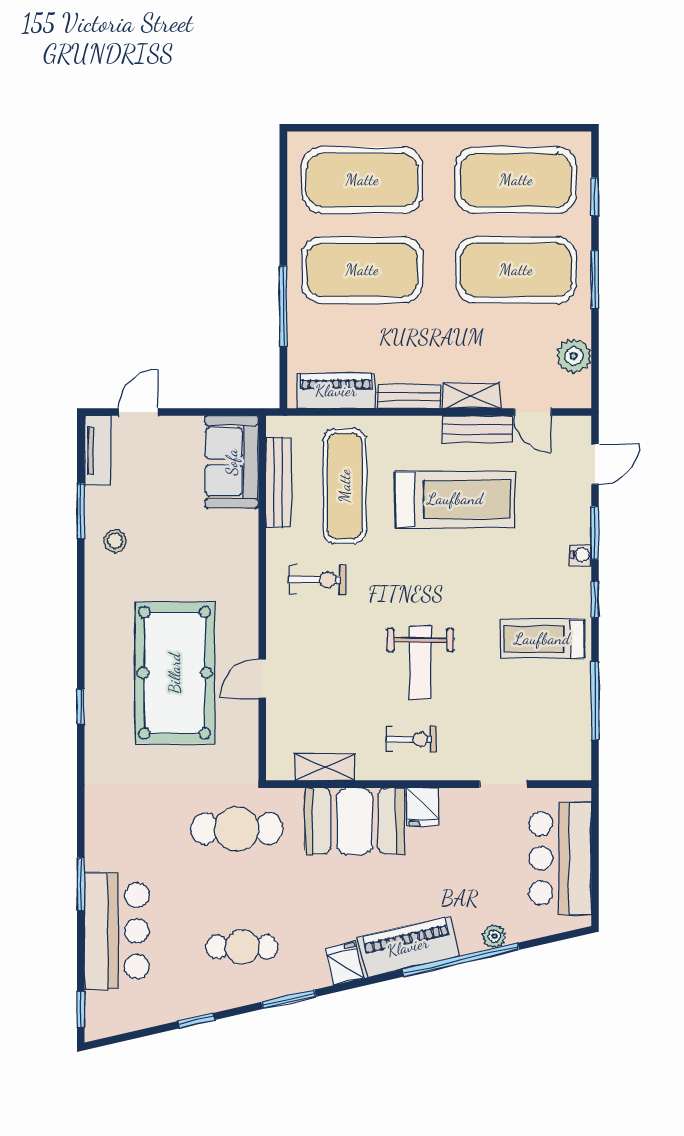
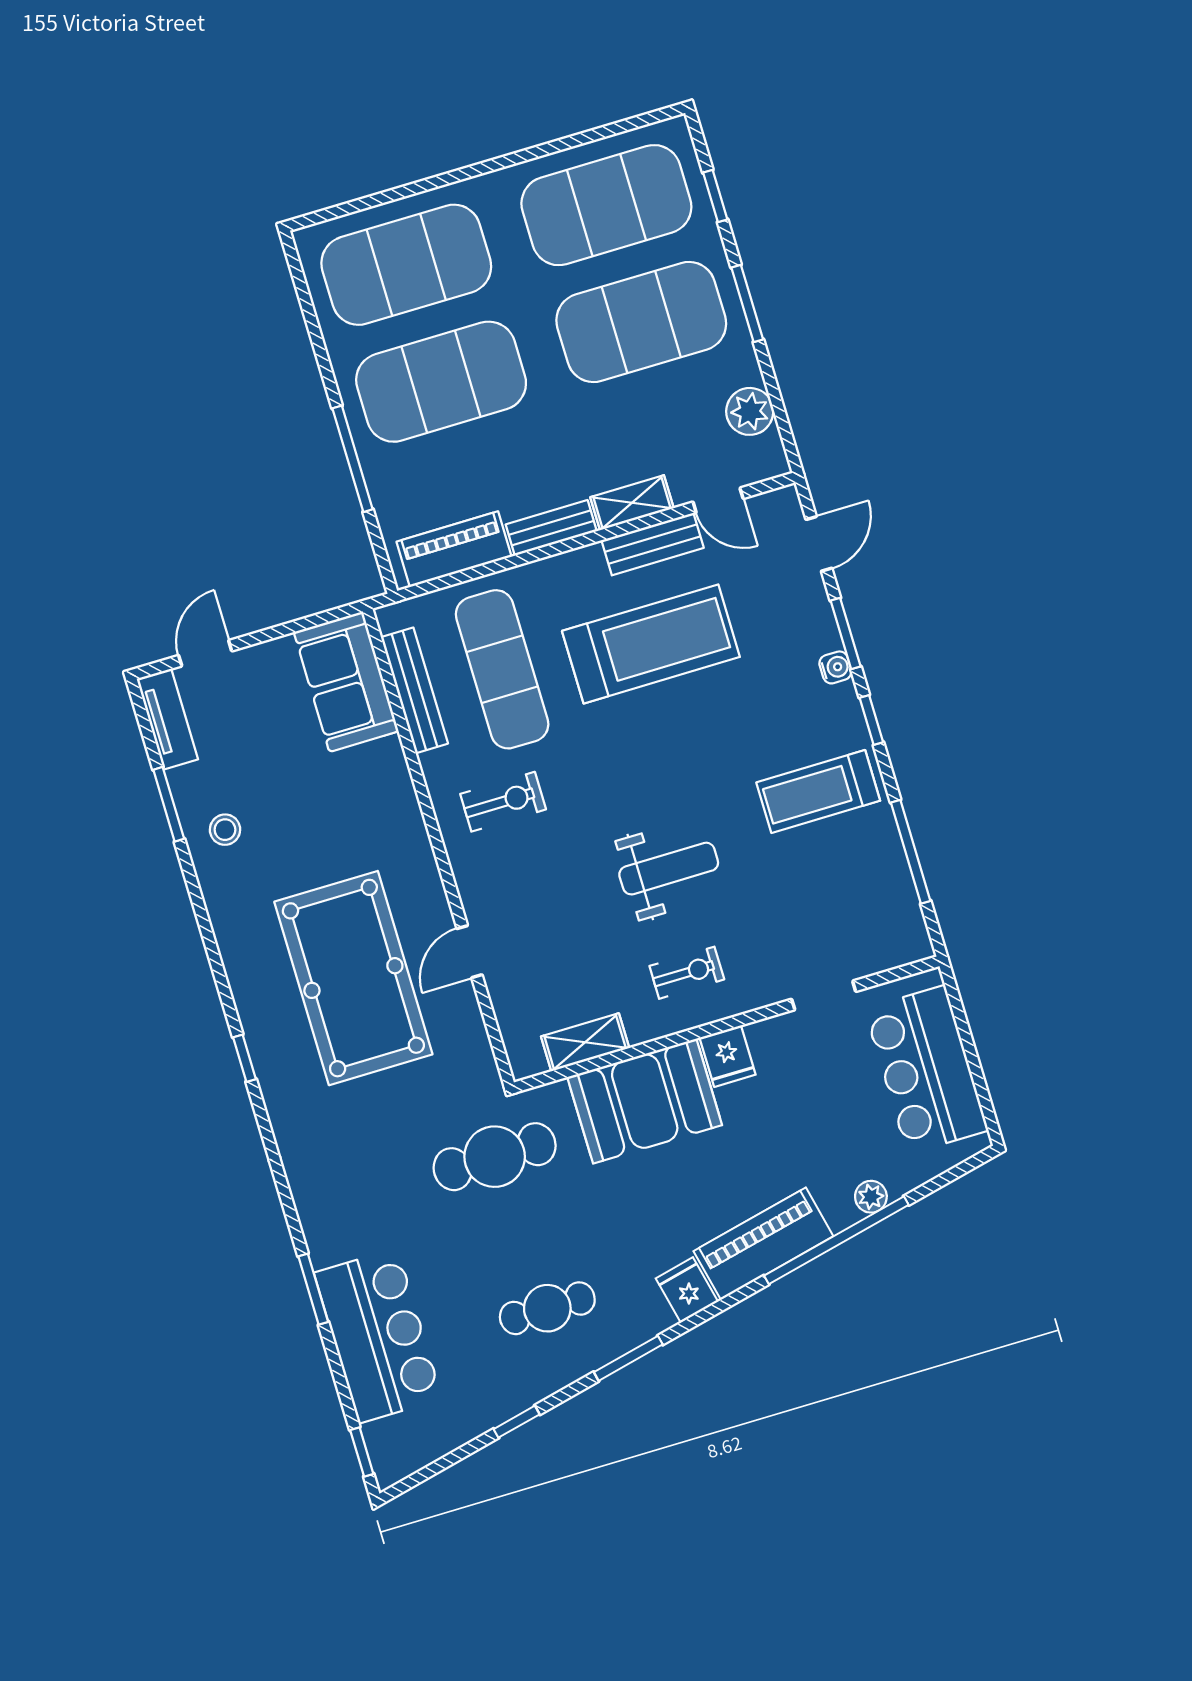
weight bench: (420, 662) -> (669, 869), turned -90

